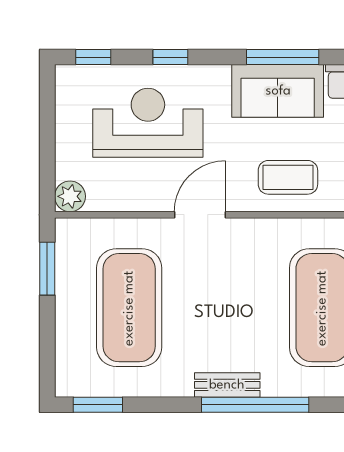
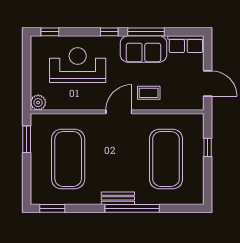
window: (170, 57) -> (109, 32), moved
coffee table: (288, 177) -> (149, 93), width x0.73, depth x0.77
door: (200, 215) -> (119, 112), moved

